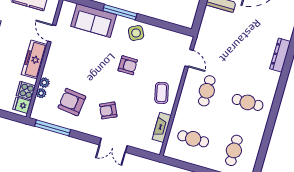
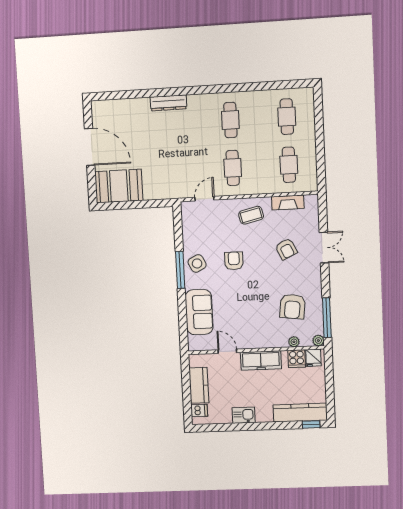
window: (120, 12) -> (180, 270), moved
door: (52, 33) -> (227, 351), swing flipped
plant: (44, 83) -> (318, 341), moved
cafe table: (207, 91) -> (233, 168), turned 90
armchair: (108, 110) -> (286, 249), moved
cafe table: (234, 150) -> (287, 117), turned 90

